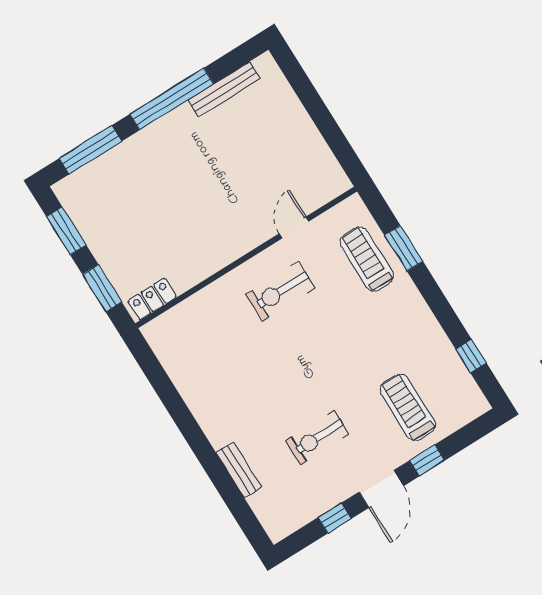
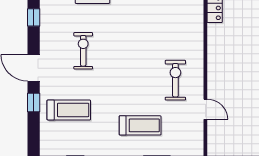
treadmill: (367, 259) -> (140, 125), moved
window: (335, 518) -> (34, 17), moved

